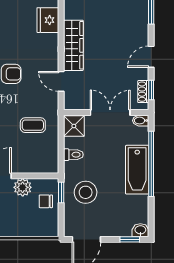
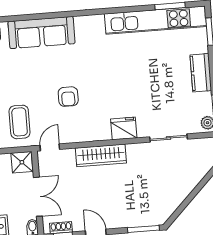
door: (61, 81) -> (50, 147), moved
coffee table: (33, 125) -> (20, 122), width x1.36, depth x1.30

